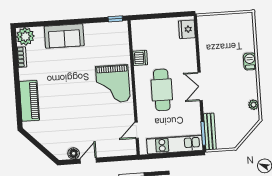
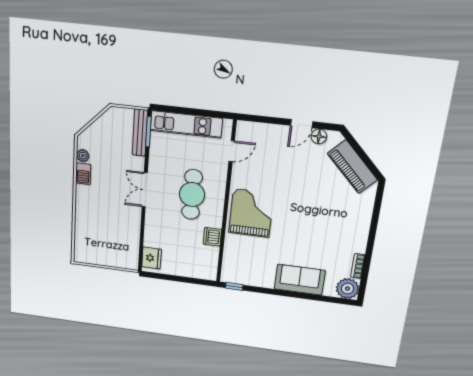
barbecue: (250, 61) -> (83, 174), moved
double door: (200, 86) -> (145, 190), swing flipped
piano: (29, 101) -> (352, 167), moved, turned -45

